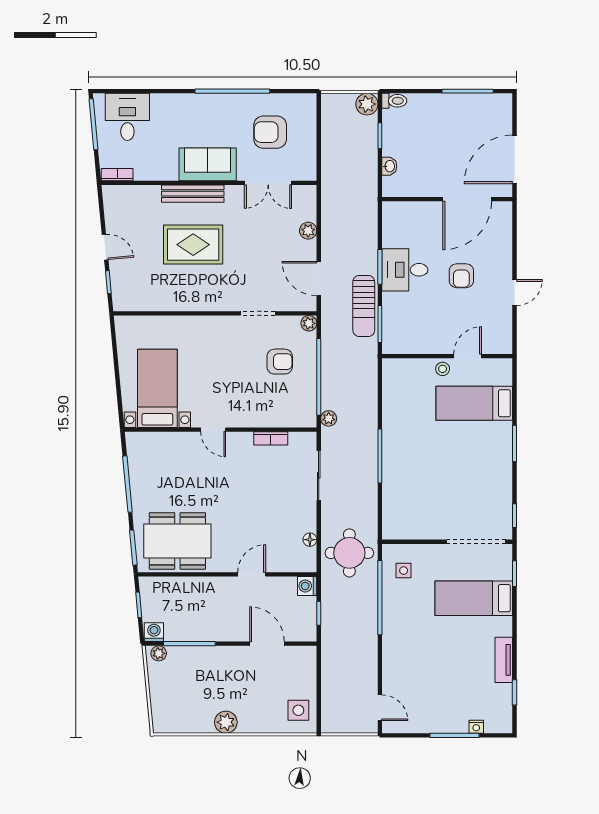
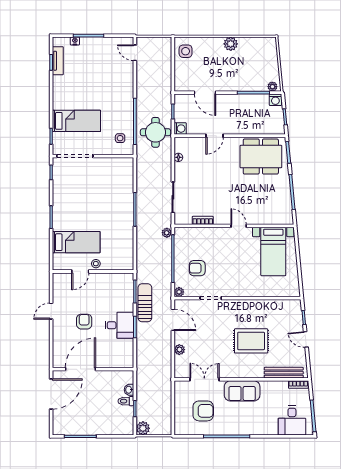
toilet: (394, 101) -> (126, 401), moved
bench: (193, 194) -> (284, 373), moved
round table: (349, 553) -> (155, 132), moved
tv unit: (504, 660) -> (58, 61), moved

